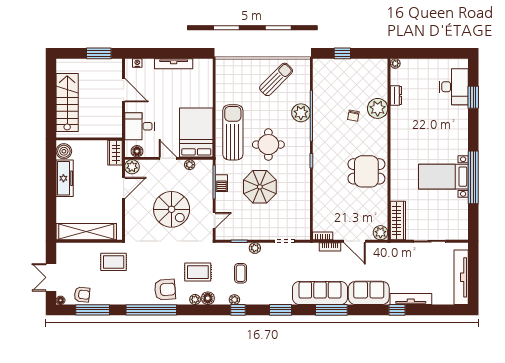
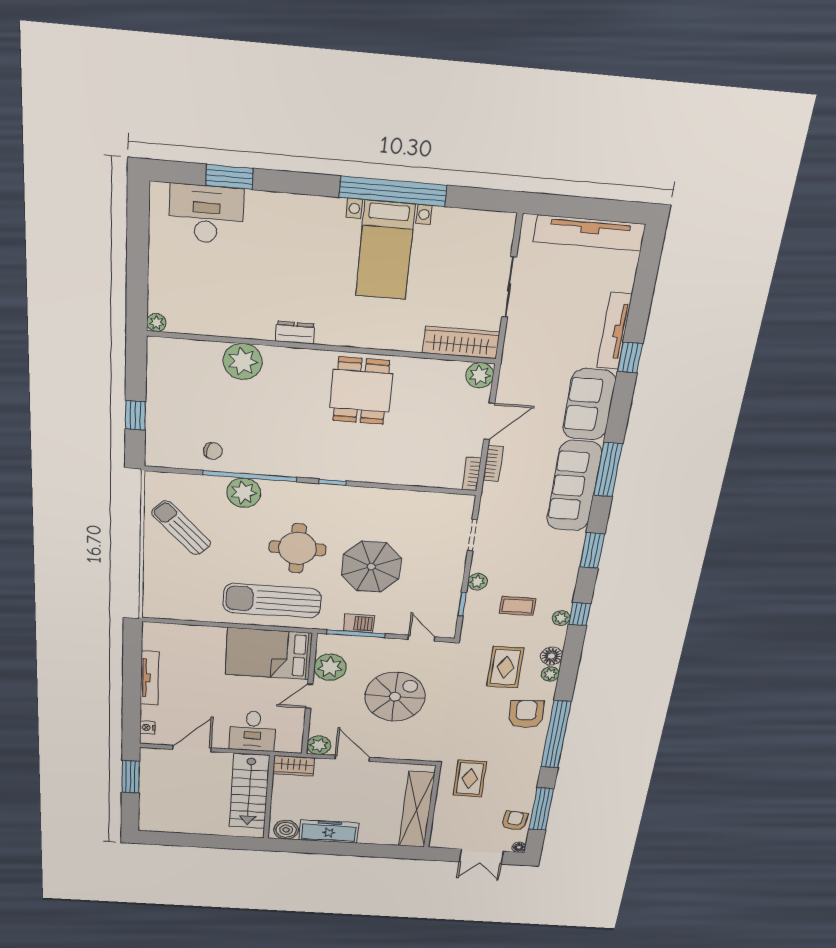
dresser: (396, 95) -> (295, 333), moved
stairs: (67, 102) -> (249, 791), moved, turned -90
chair: (353, 116) -> (213, 451), moved
floor lamp: (137, 151) -> (294, 737), removed
plant: (190, 165) -> (330, 667), width x1.88, depth x1.88

